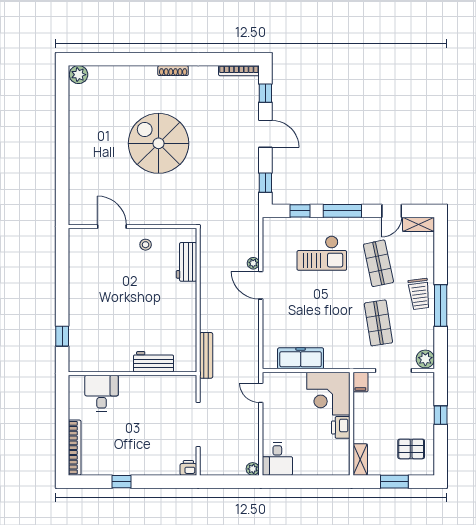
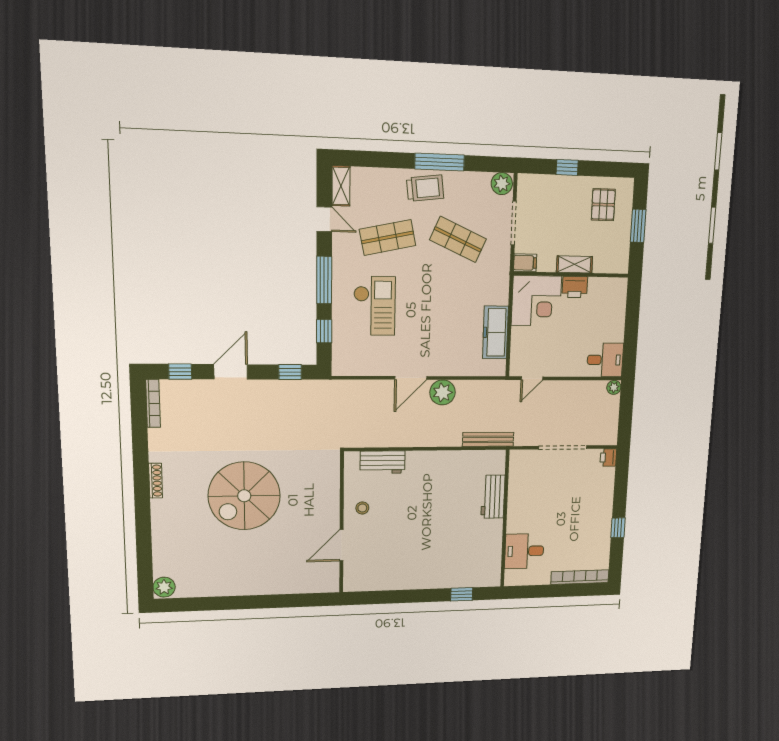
plant: (253, 263) -> (443, 392), moved, width x1.88, depth x1.88
shop shelf: (378, 323) -> (458, 239), turned 33
shelving: (360, 460) -> (574, 264), moved

